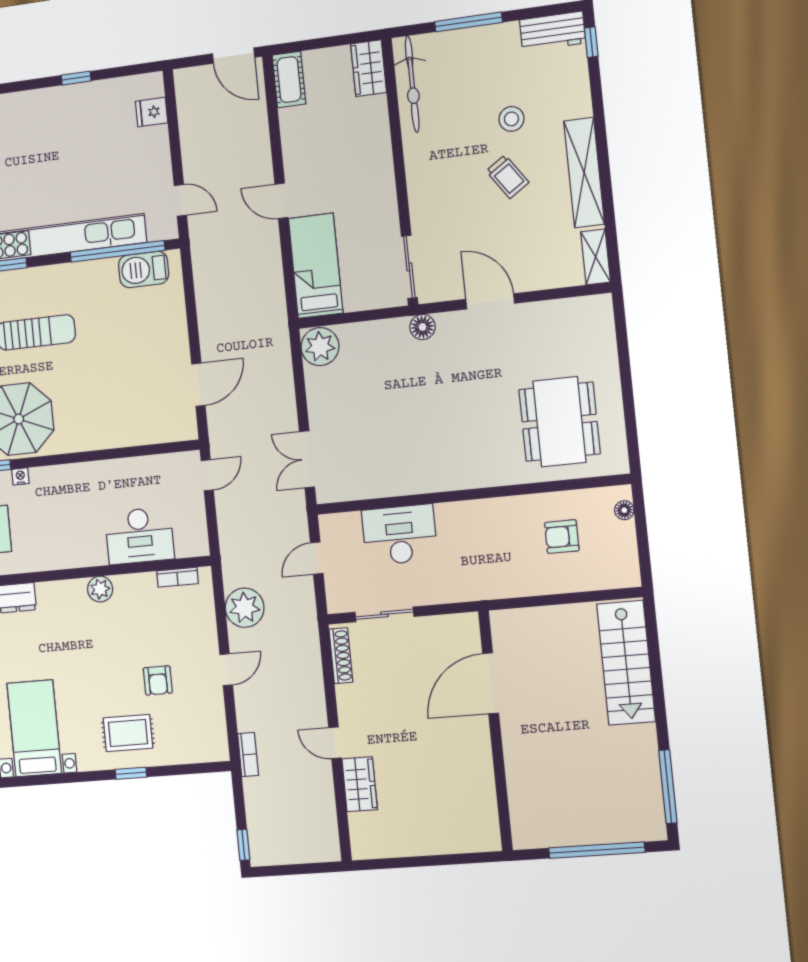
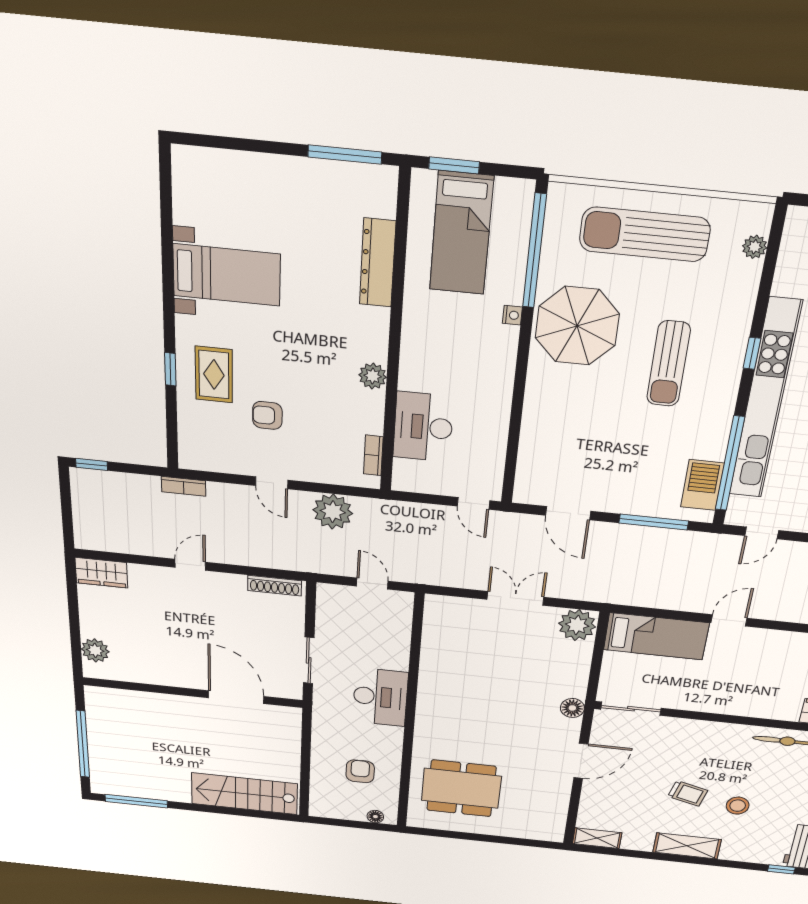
shelving: (584, 173) -> (687, 846), width x0.68
trolley: (507, 177) -> (688, 793), turned -131
window: (190, 303) -> (654, 522), added
double door: (307, 459) -> (515, 598), moved
desk: (400, 535) -> (380, 697), moved
sliding door: (384, 614) -> (309, 660), moved
wardrobe: (360, 784) -> (101, 573), moved
plant: (464, 838) -> (95, 650), added

